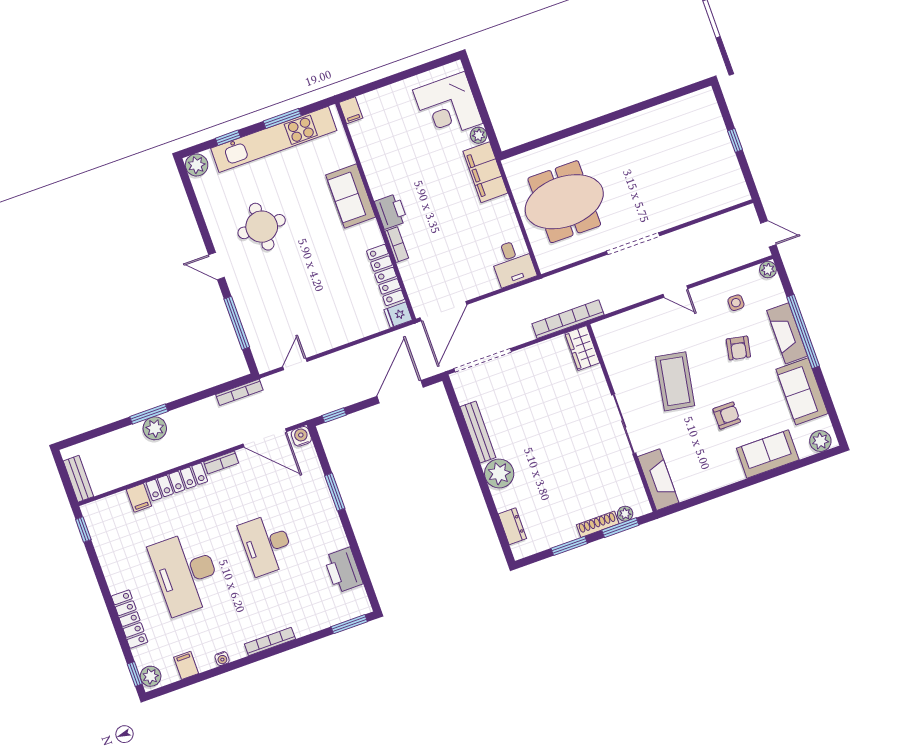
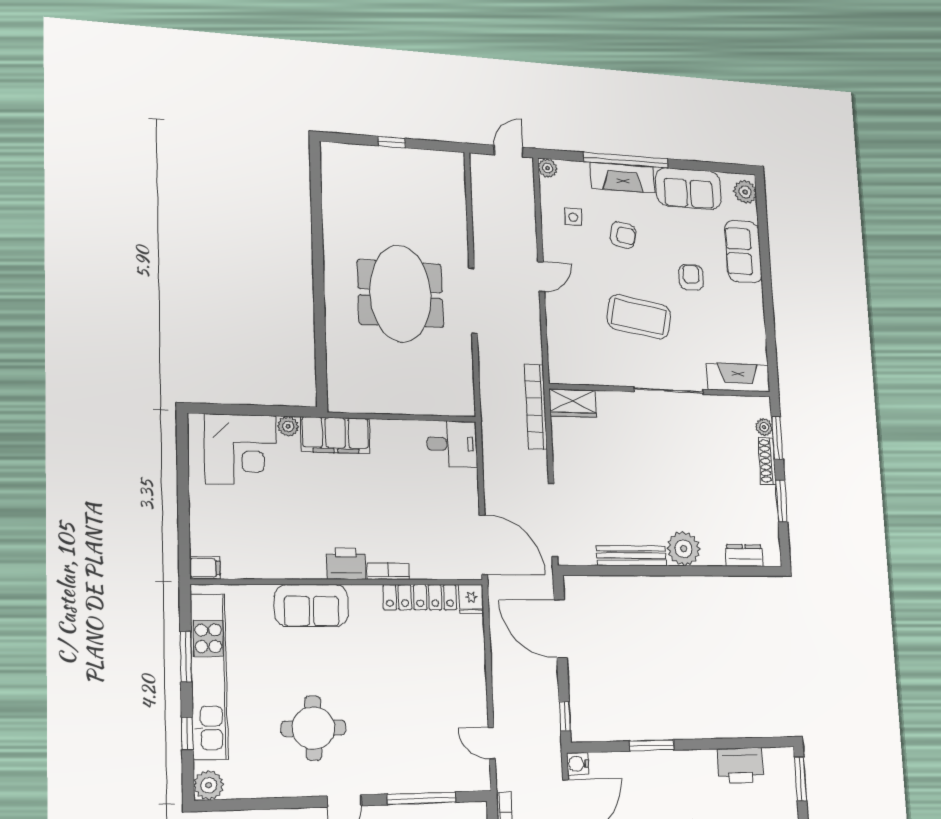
meeting table: (564, 202) -> (400, 294), moved

